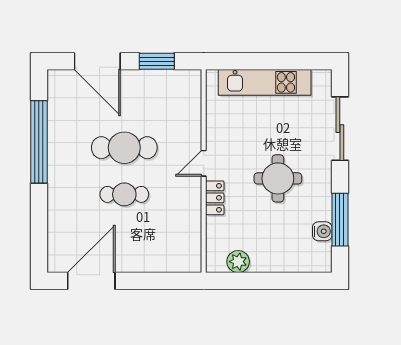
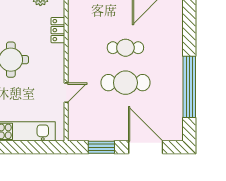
door: (204, 163) -> (66, 93), moved
locker: (215, 198) -> (58, 30), moved

